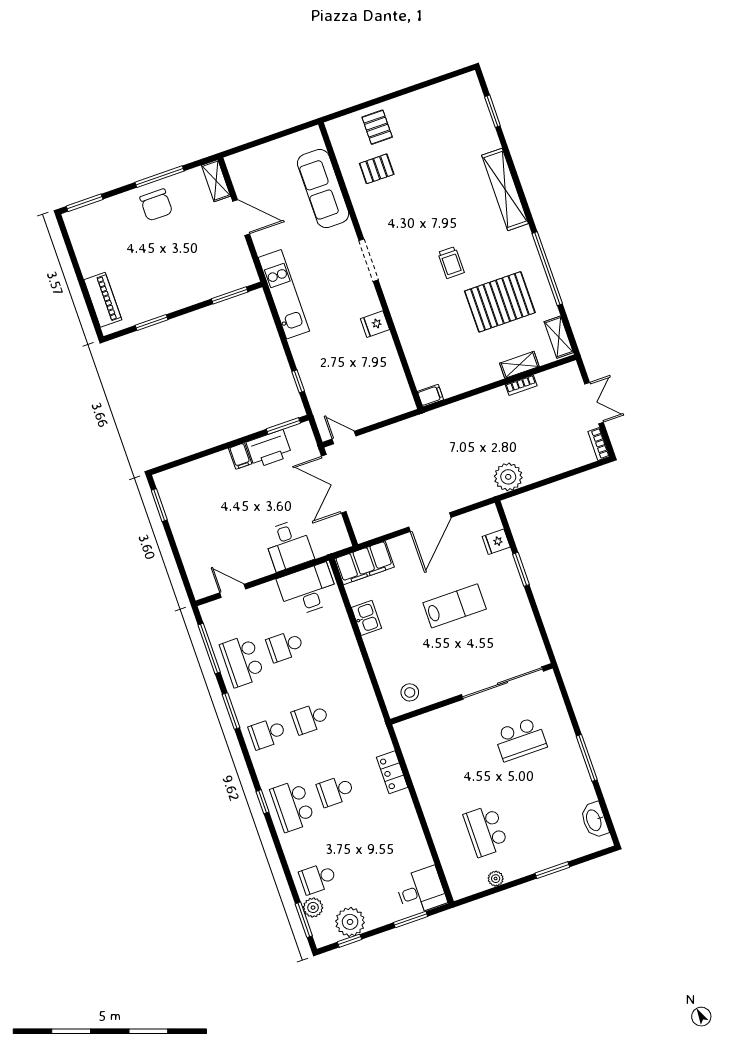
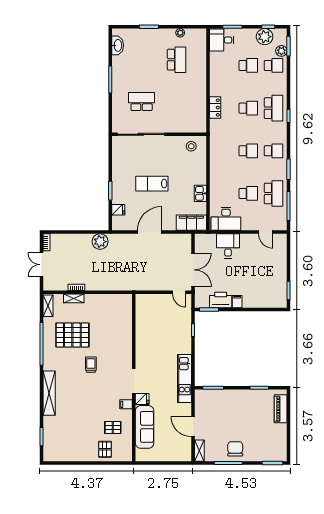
fridge: (375, 324) -> (142, 399), moved
filing cabinet: (430, 396) -> (126, 404), moved
school desk: (361, 863) -> (248, 65), added

